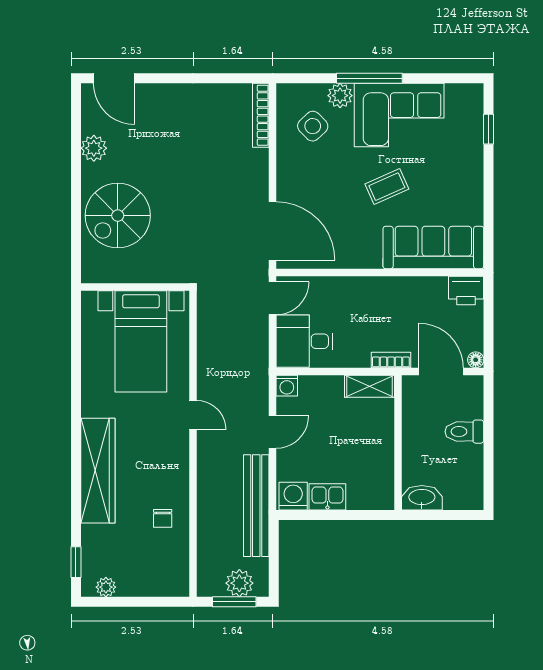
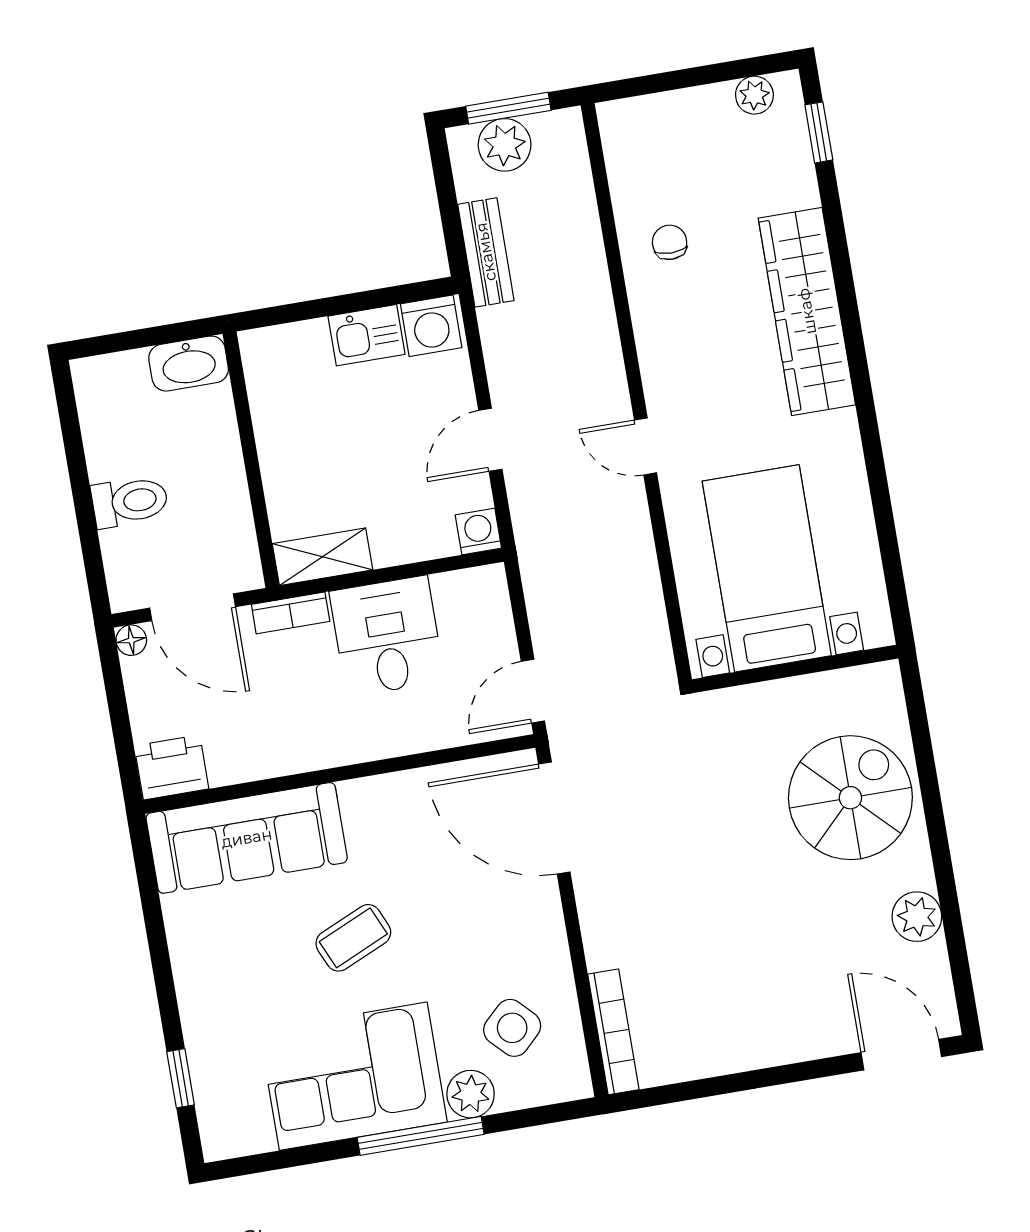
desk: (304, 341) -> (387, 636), moved, turned -90
bench: (256, 506) -> (486, 252), width x0.54, depth x0.82

